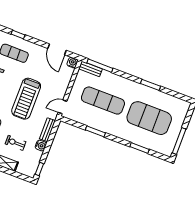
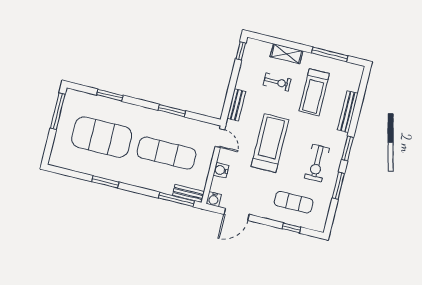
door: (57, 49) -> (237, 214), swing flipped
door: (62, 107) -> (220, 138), hinge flipped
water cooler: (41, 146) -> (221, 170), moved

